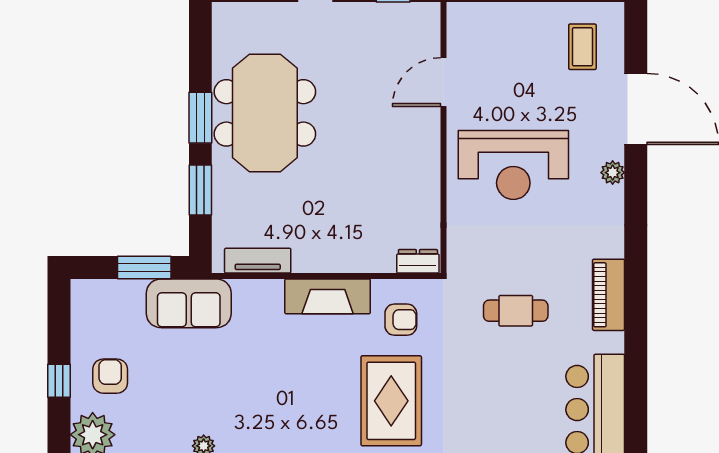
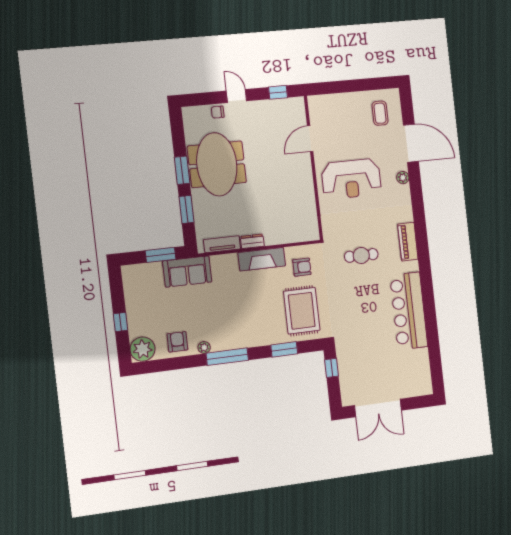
chair: (277, 17) -> (218, 112), added
dresser: (418, 261) -> (252, 241), moved
armchair: (110, 376) -> (177, 342), moved

